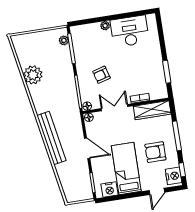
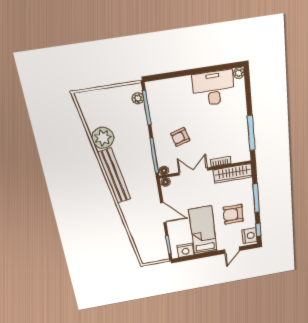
plant: (105, 26) -> (239, 73), moved
window: (167, 72) -> (251, 133), width x1.44
bench: (51, 138) -> (114, 176), moved

